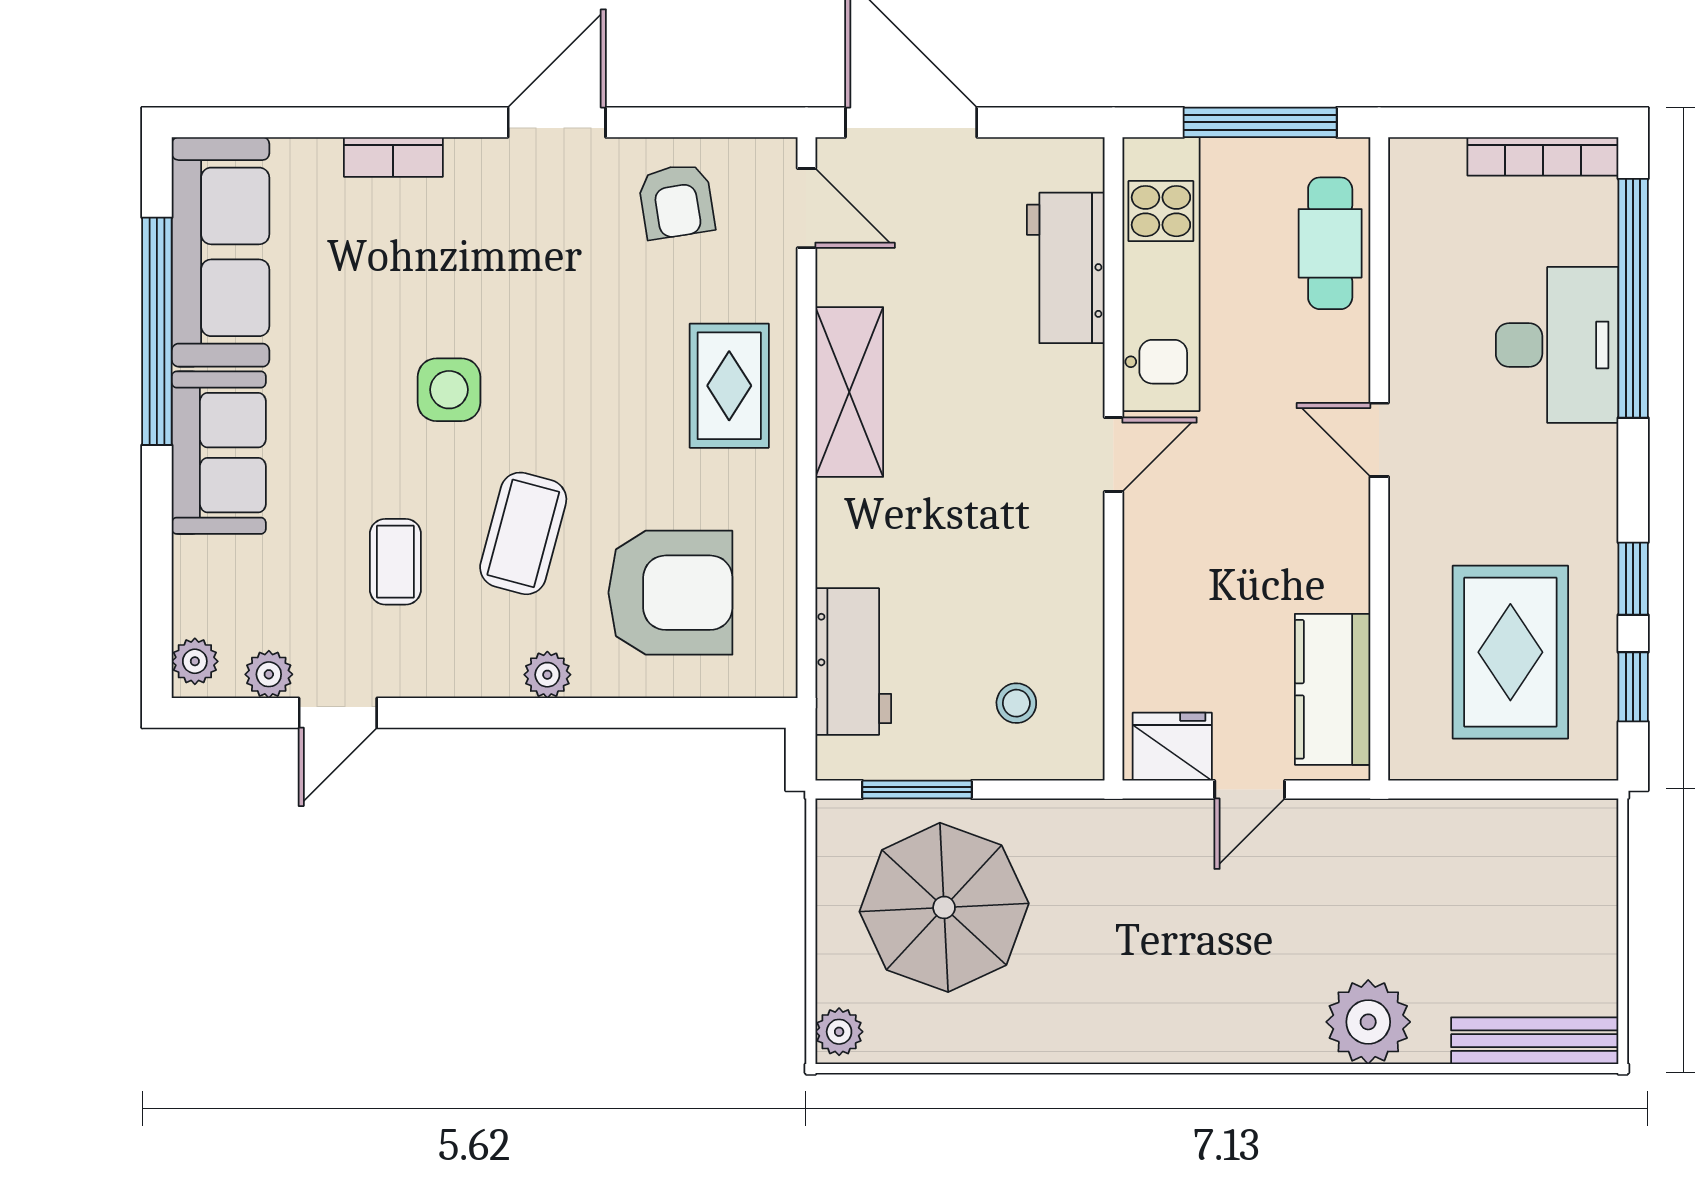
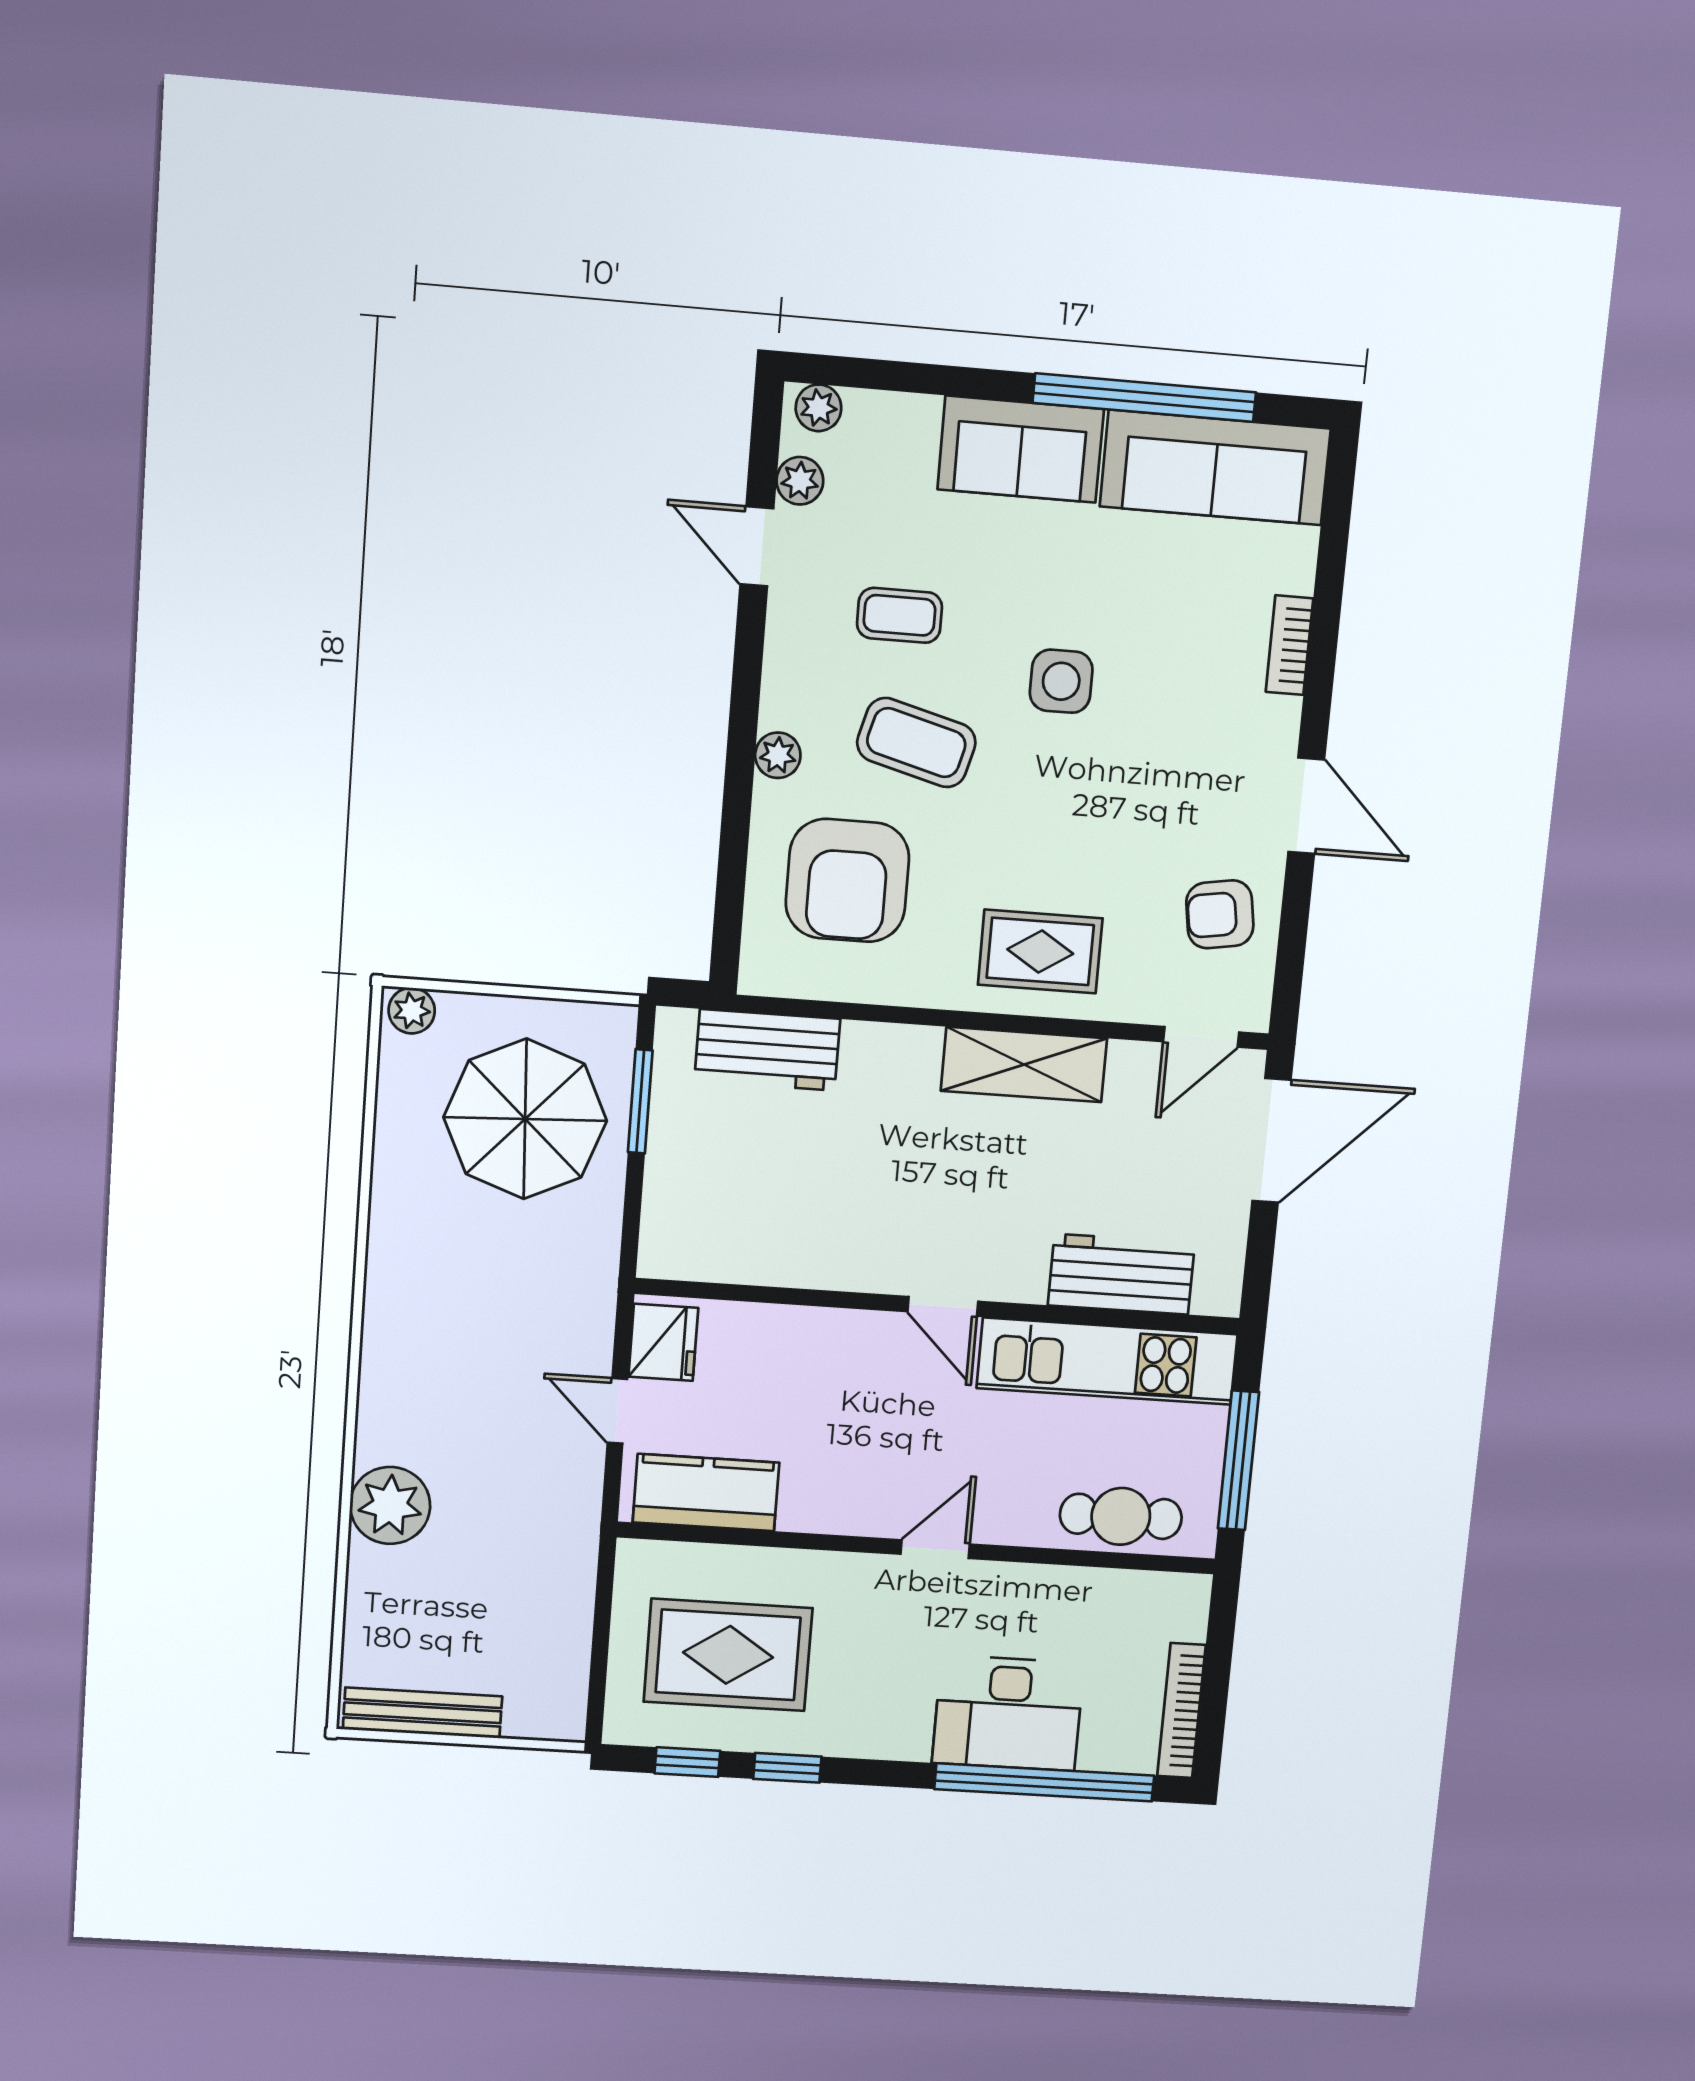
stool: (1016, 703) -> (716, 1200), removed
bench: (1535, 1041) -> (423, 1713), moved, turned 90

